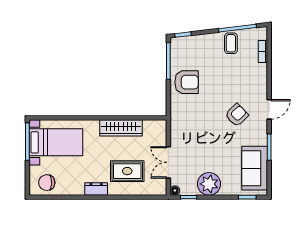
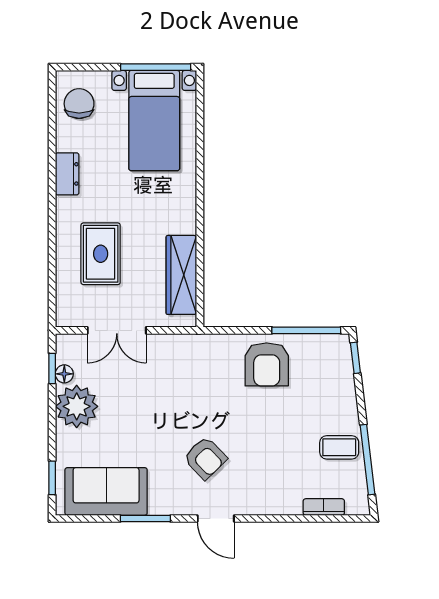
wardrobe: (121, 128) -> (181, 275), moved
double door: (168, 162) -> (117, 330), swing flipped
dresser: (96, 189) -> (67, 174), moved
floor lamp: (175, 191) -> (64, 374), moved

